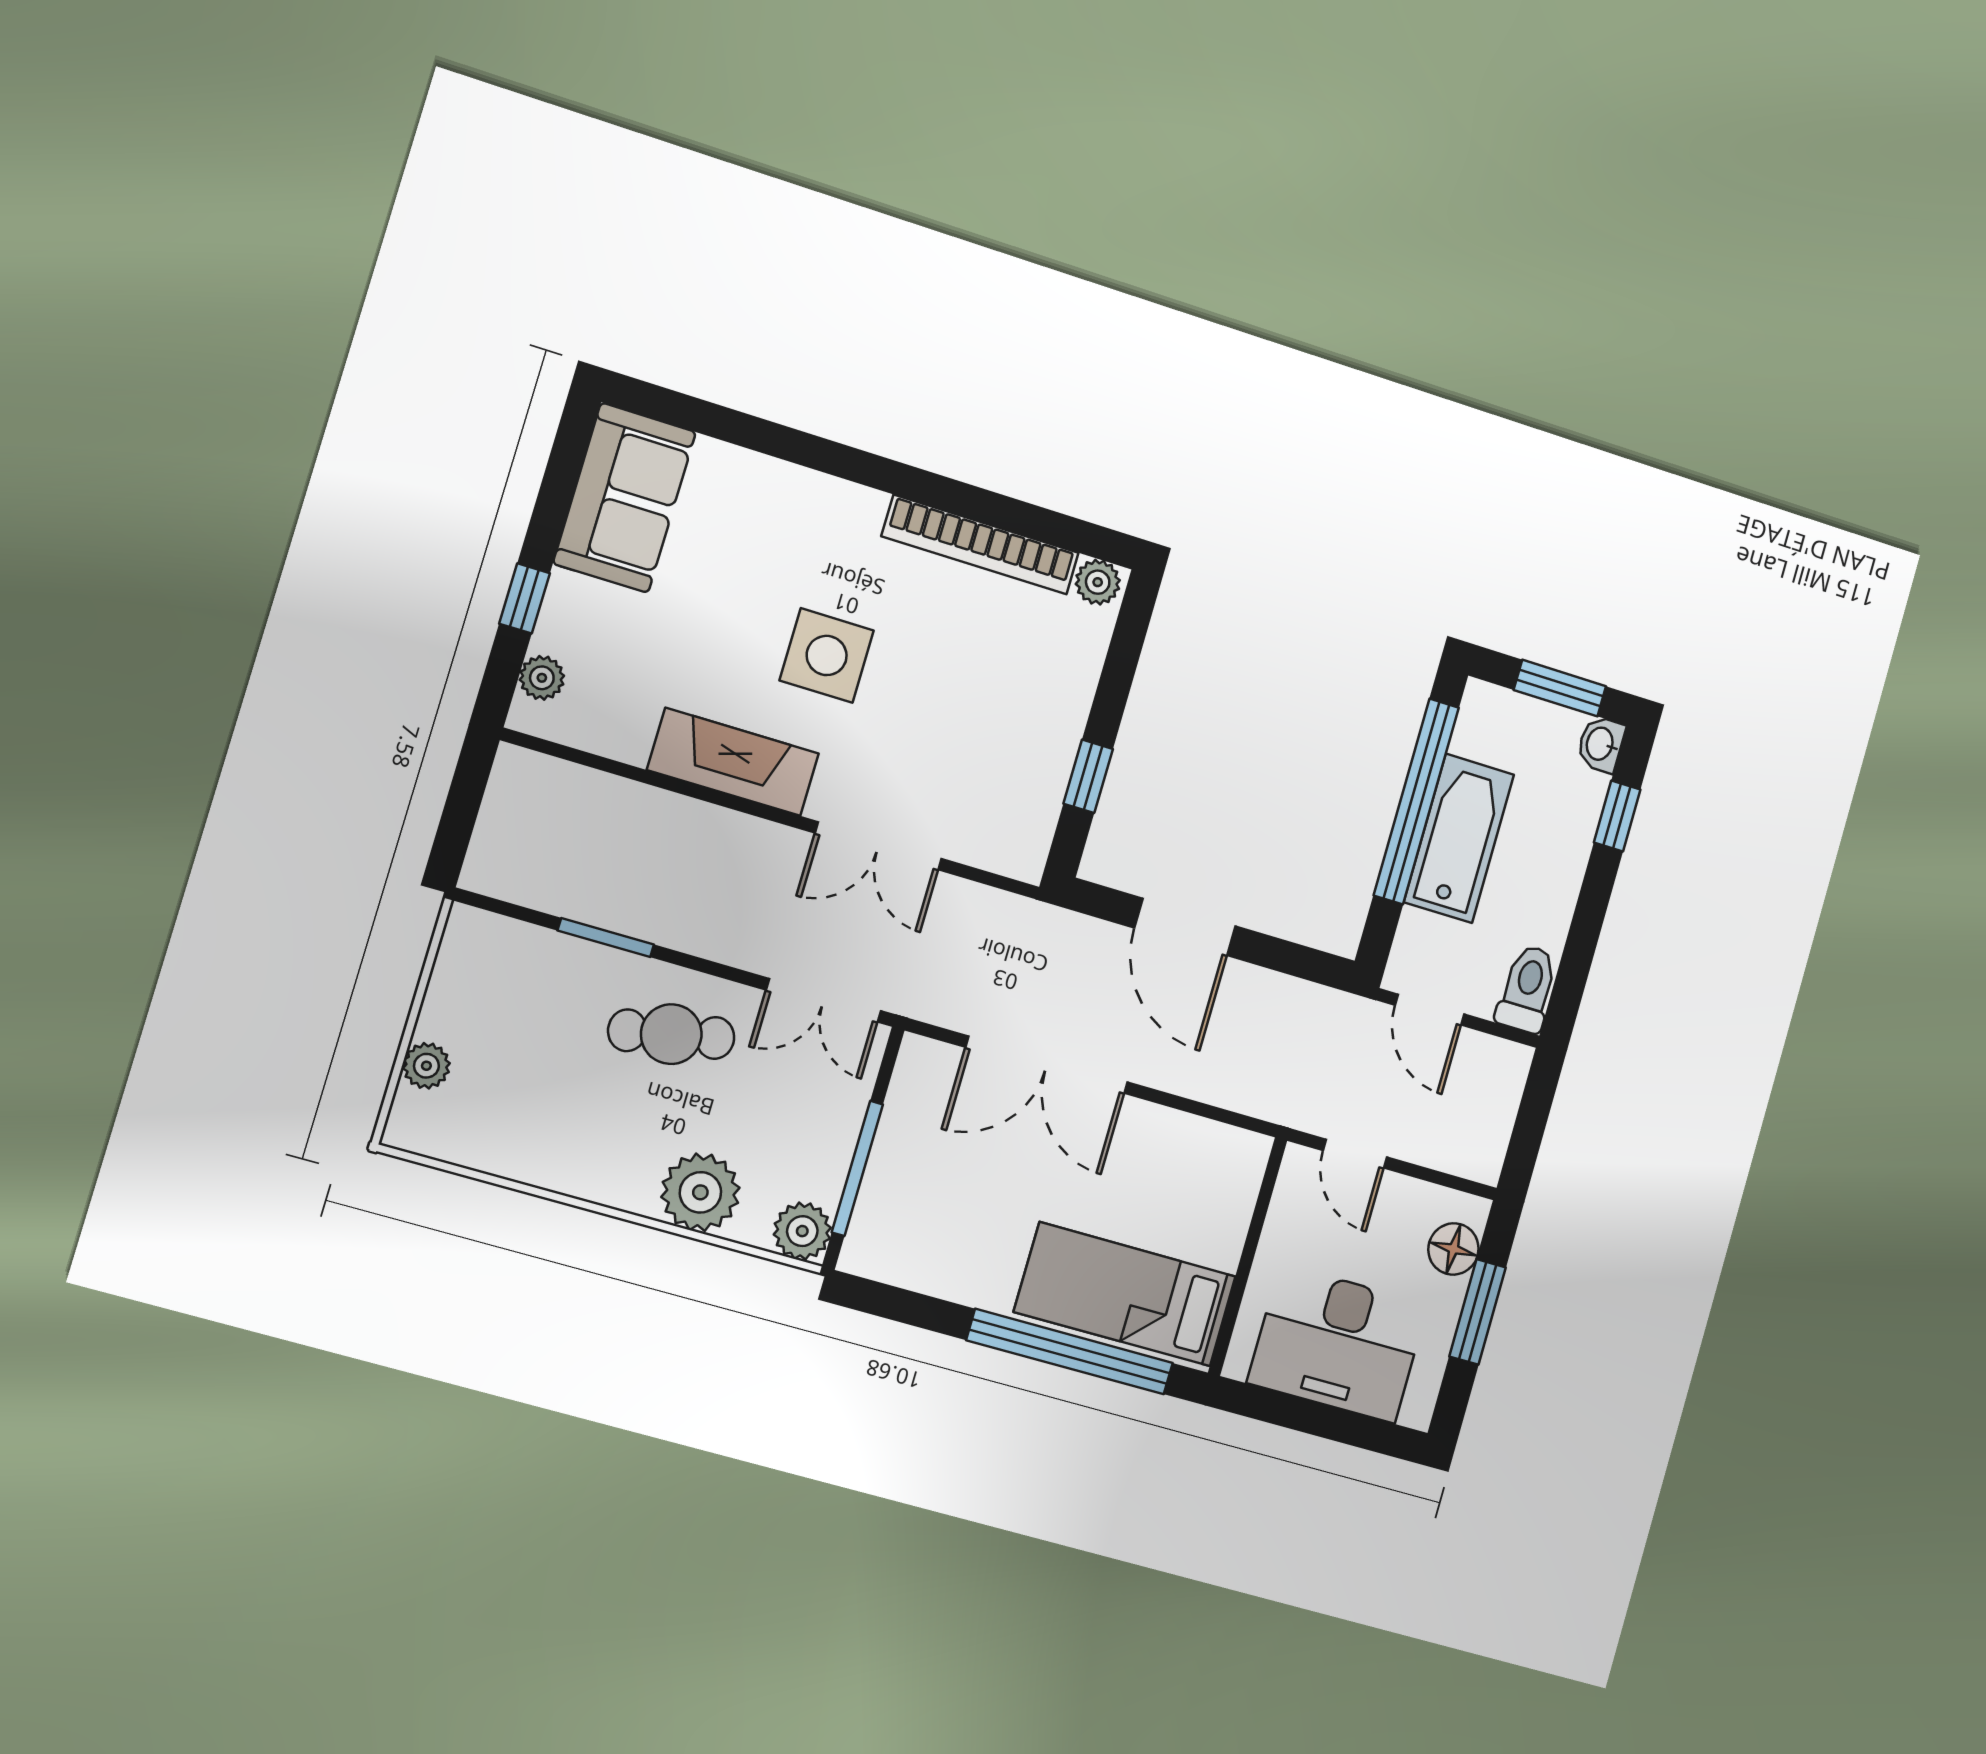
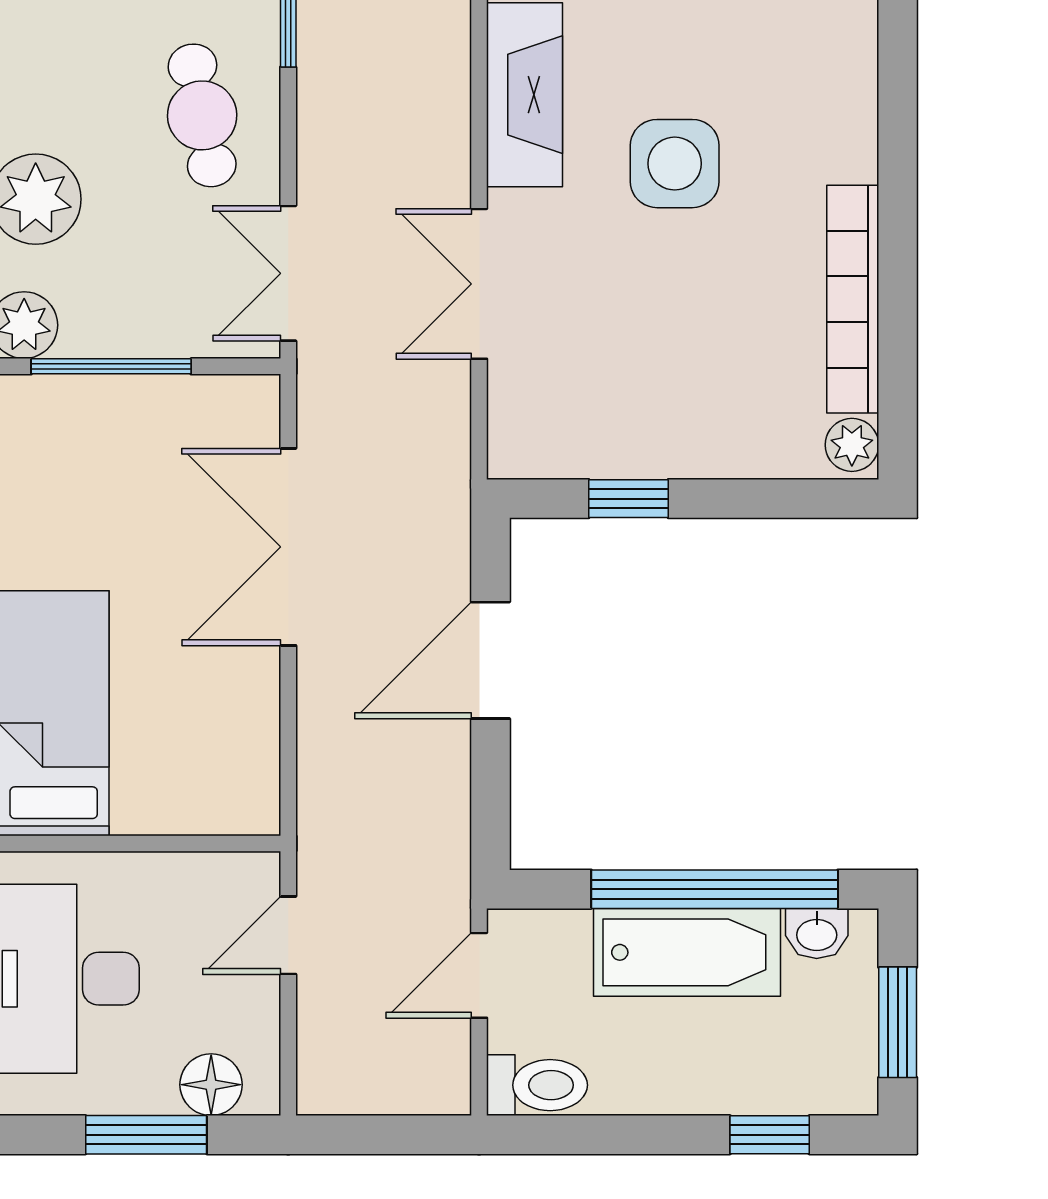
washbasin: (1601, 744) -> (817, 933), moved, turned 180

